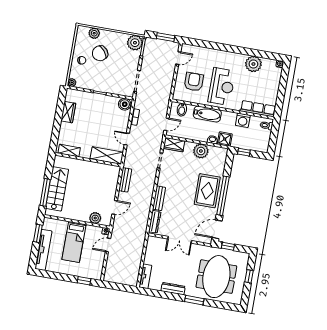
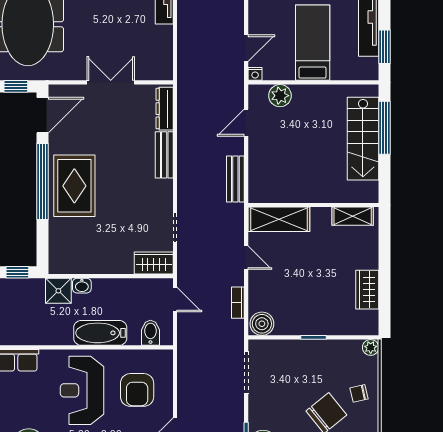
washing machine: (243, 120) -> (30, 333), removed
door: (166, 124) -> (175, 299), swing flipped
plant: (201, 151) -> (100, 260), removed

